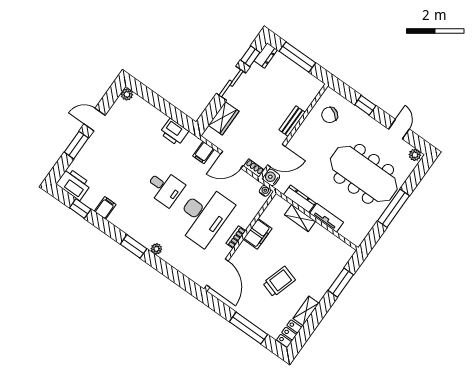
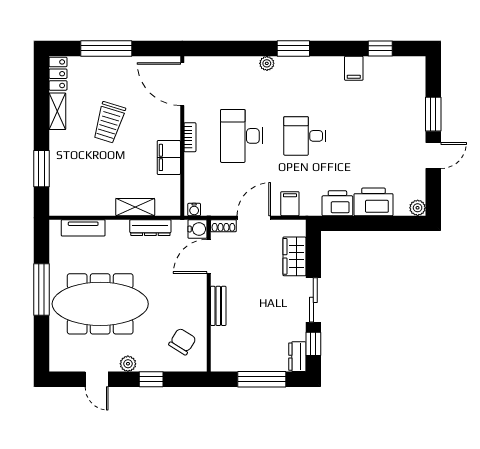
plant: (415, 155) -> (128, 364), moved
printer: (74, 184) -> (373, 202), moved, turned 180
desk: (204, 215) -> (242, 136), width x0.73, depth x0.77
tv unit: (327, 218) -> (83, 228), moved

